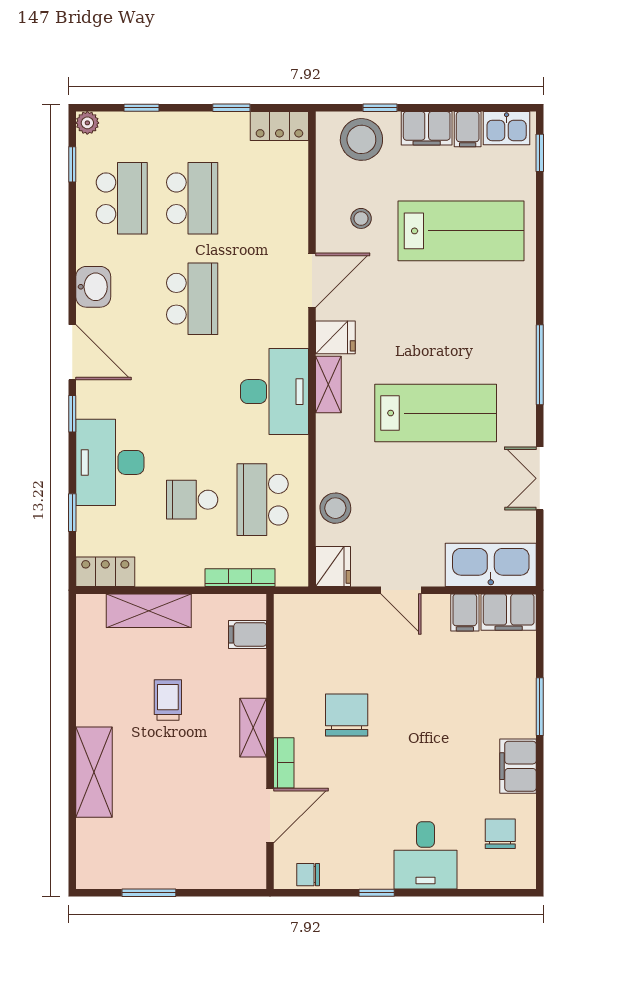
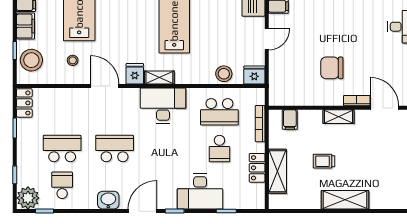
plant: (87, 123) -> (28, 198), width x1.87, depth x1.87
school desk: (122, 198) -> (62, 185), width x0.54
locker: (105, 572) -> (257, 168), moved
shelving: (94, 772) -> (345, 200), moved

